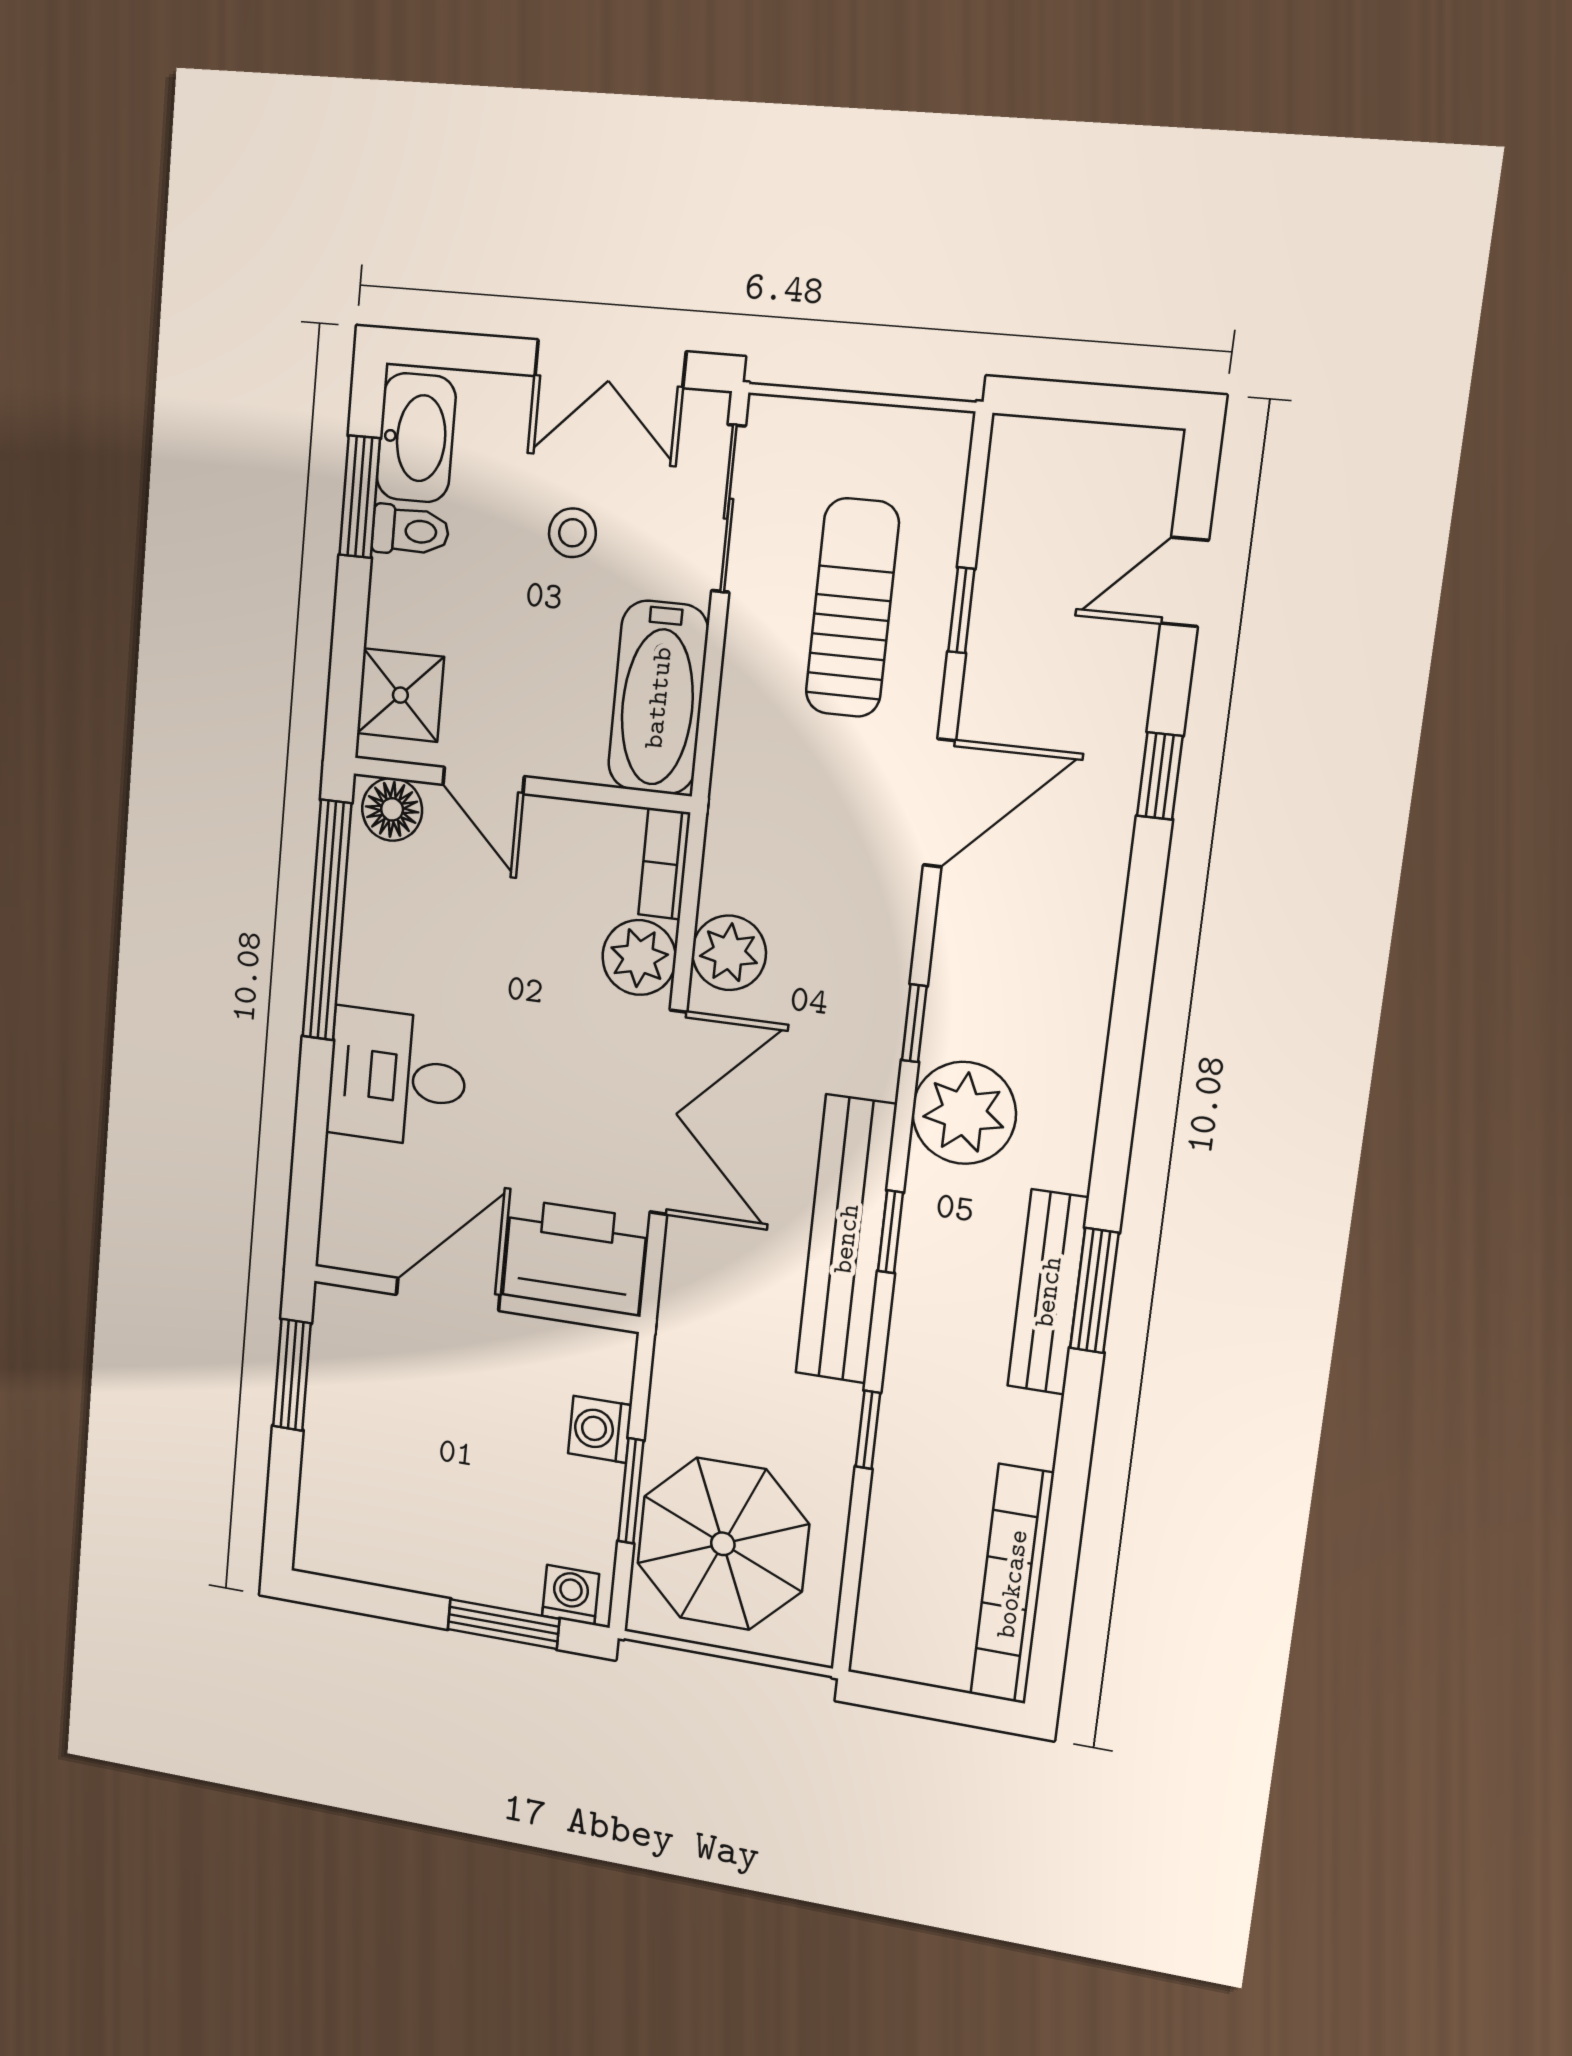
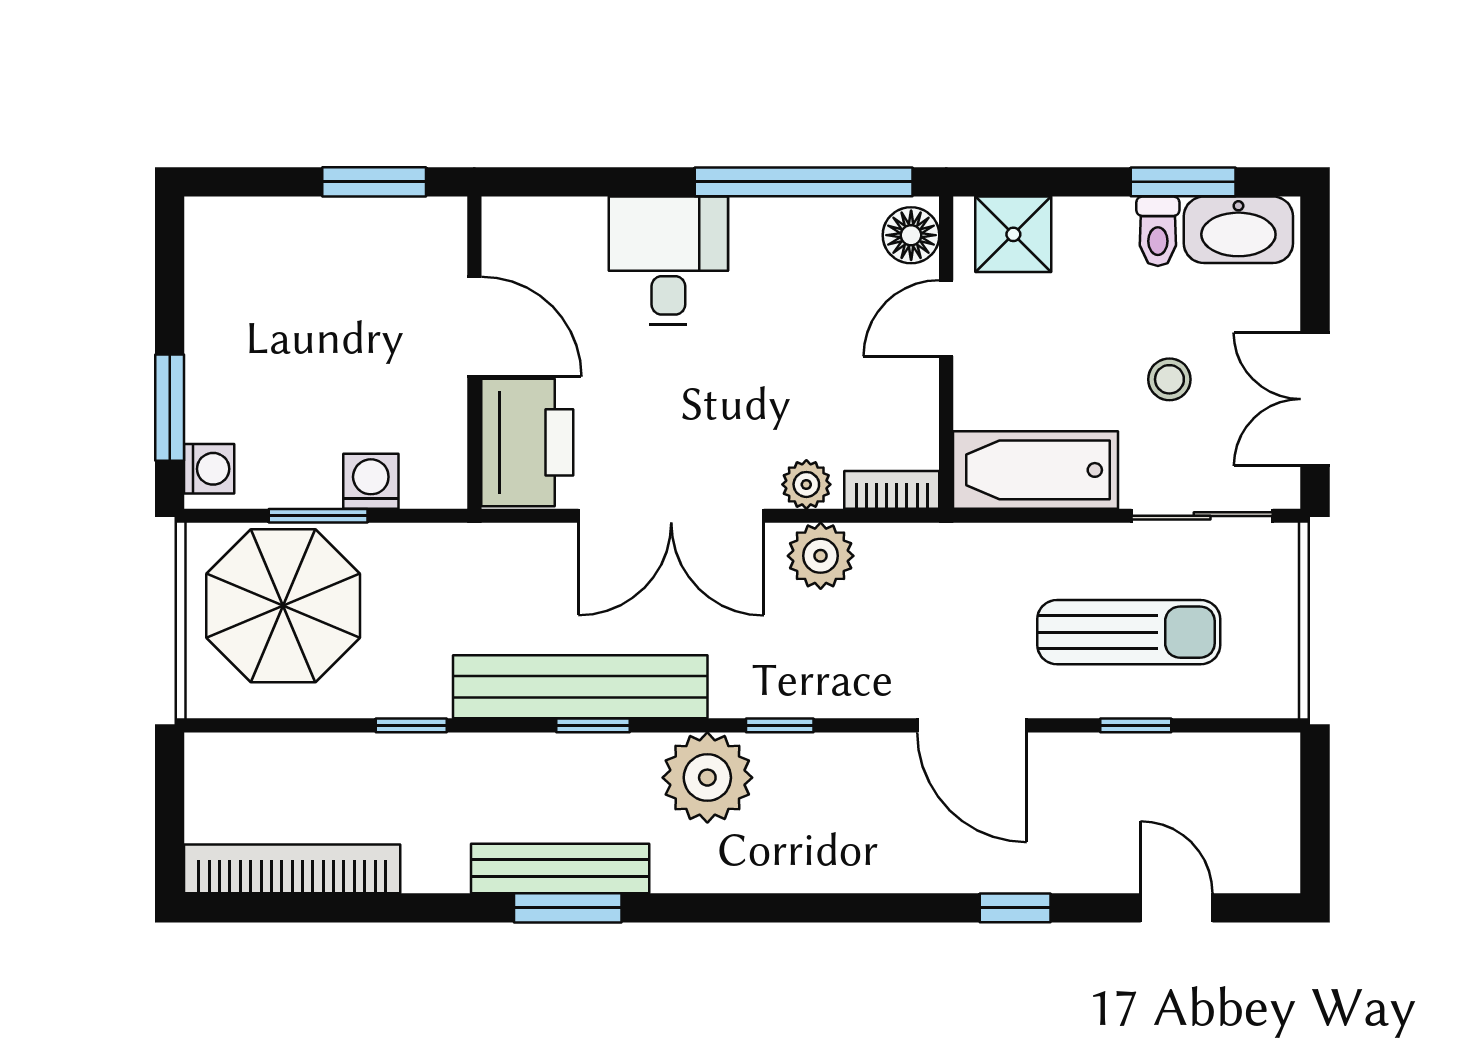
plant: (639, 958) -> (806, 484), width x0.73, depth x0.73

